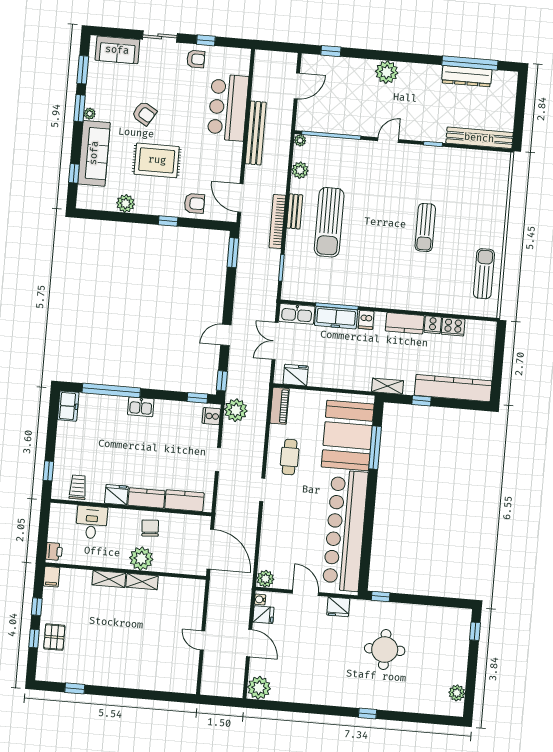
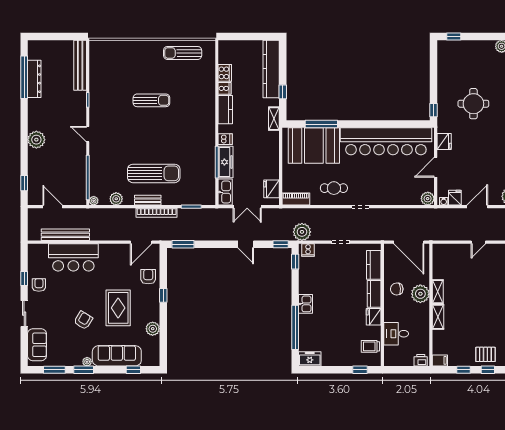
bench: (256, 133) -> (65, 235), moved
door: (210, 549) -> (409, 242), swing flipped

